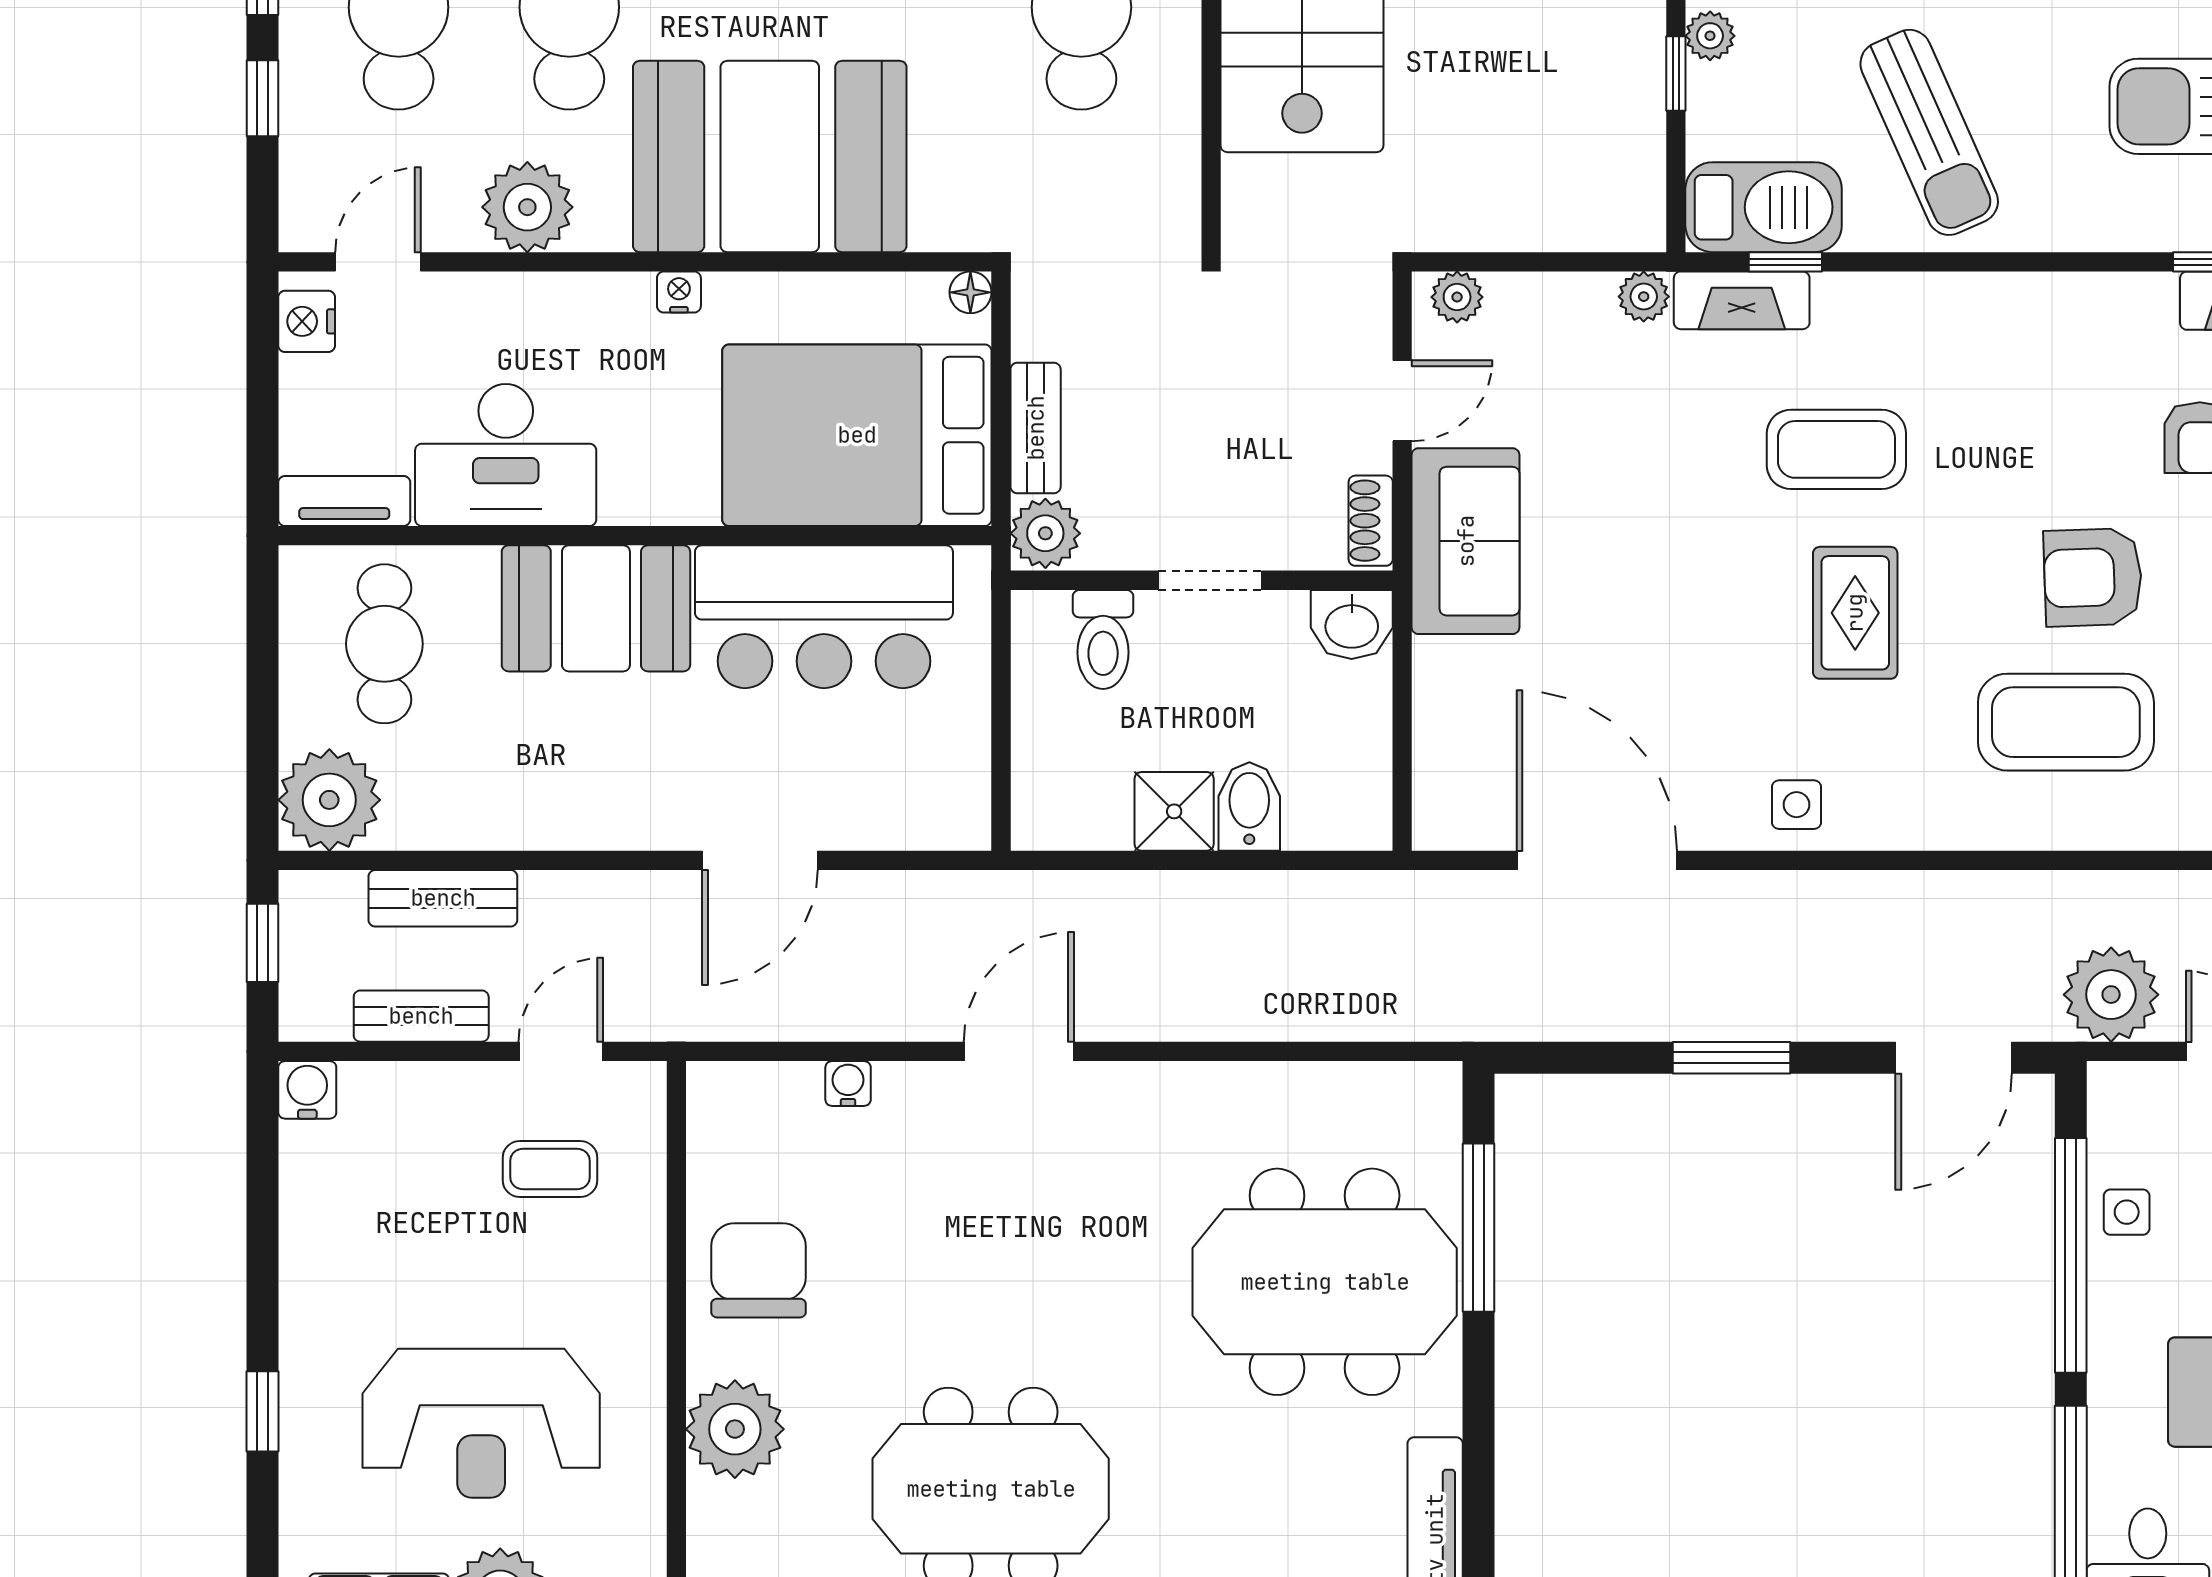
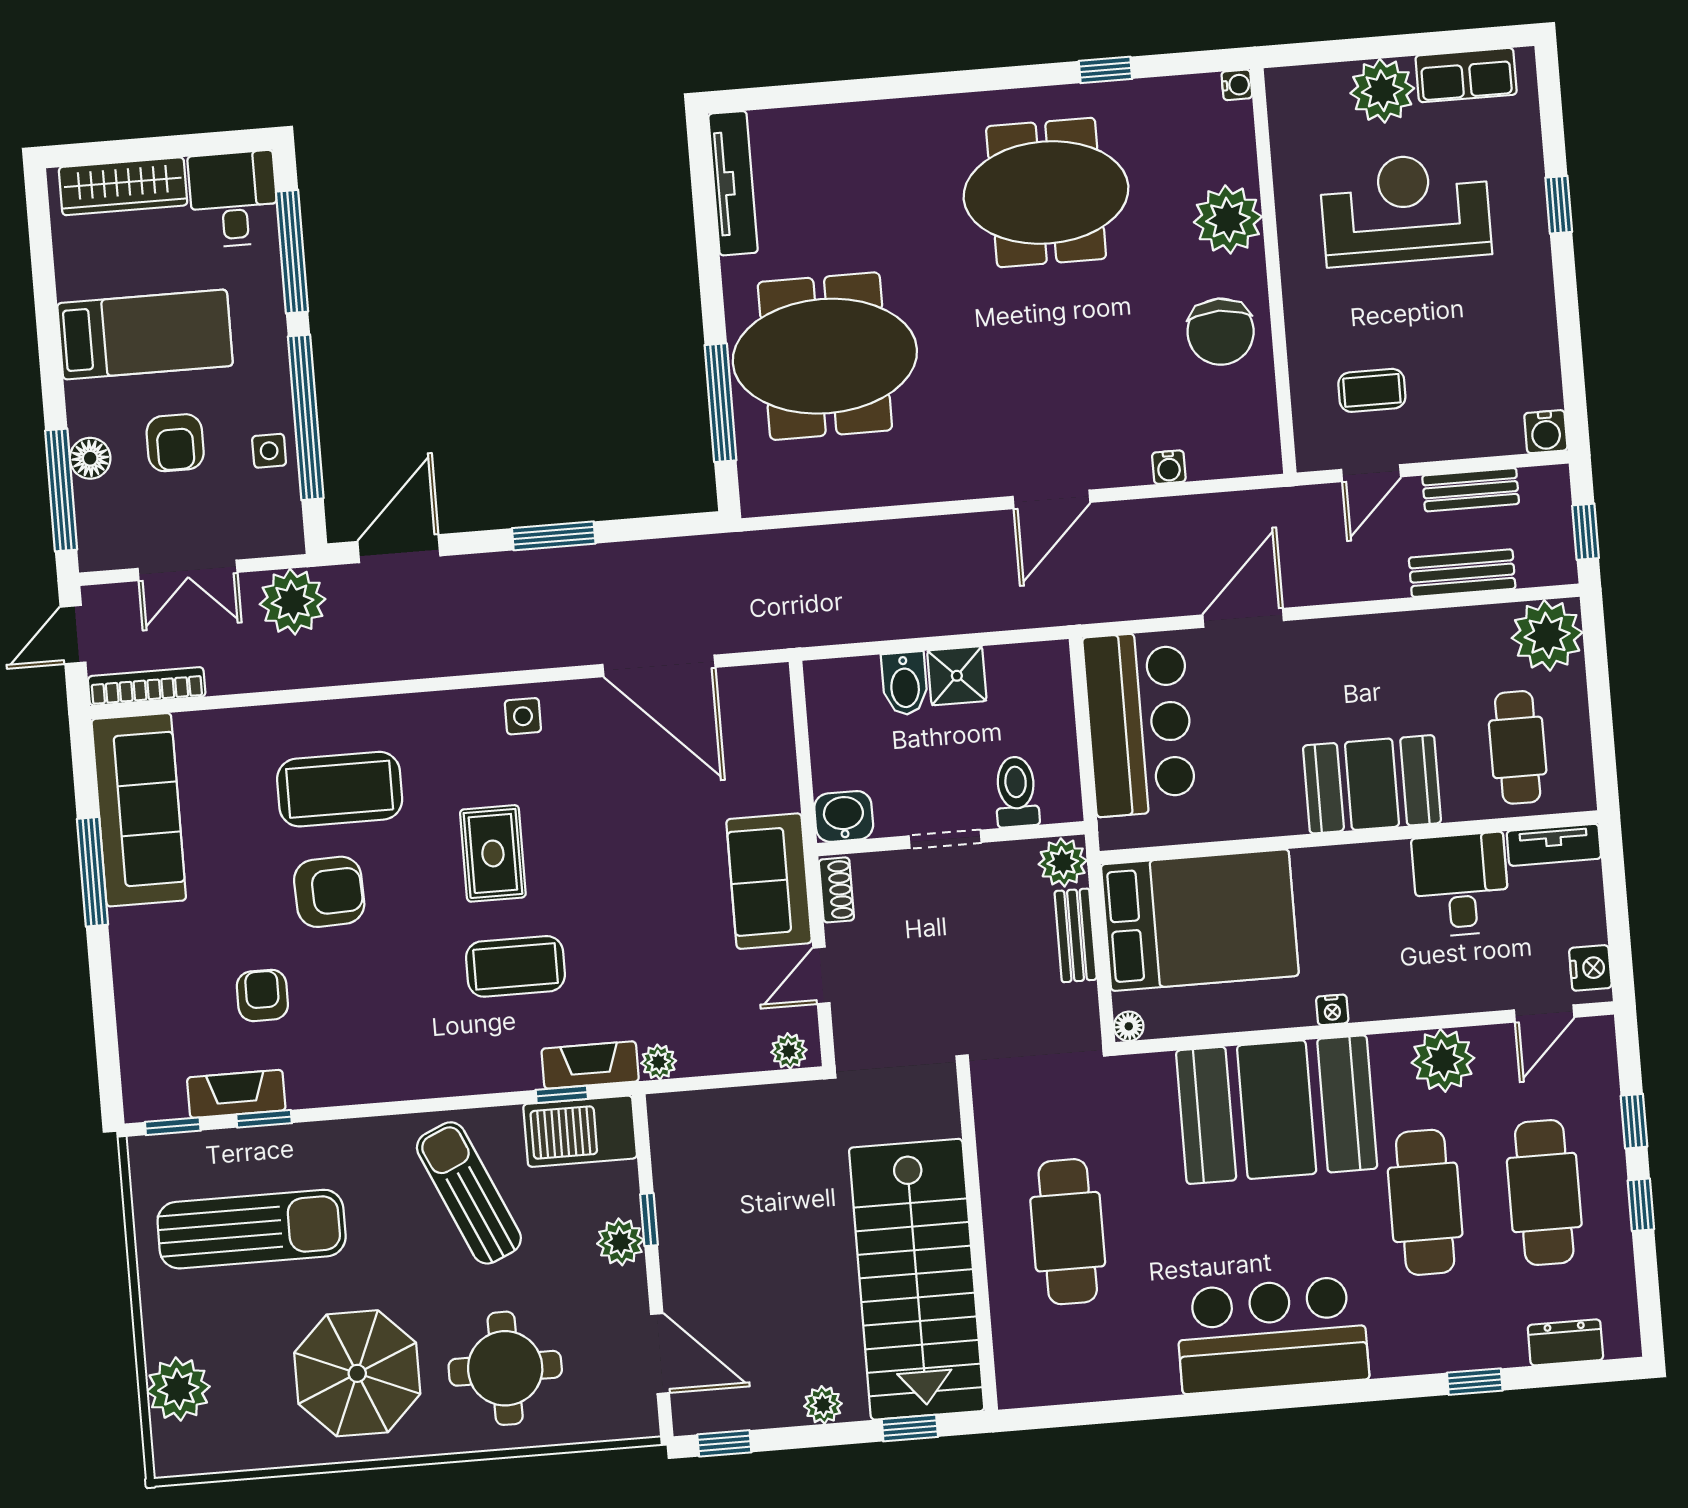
plant: (1710, 36) -> (620, 1242), width x1.38, depth x1.38
desk: (506, 455) -> (1461, 885), width x0.73
bar counter: (824, 617) -> (1139, 724), moved, turned 90

